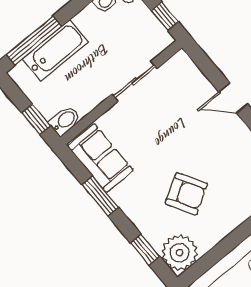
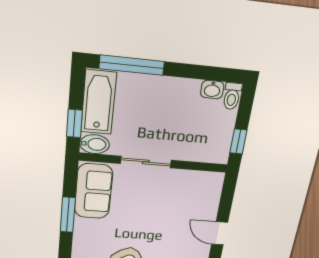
bathtub: (55, 50) -> (98, 102), moved, turned -90
sliding door: (134, 81) -> (146, 162), moved

